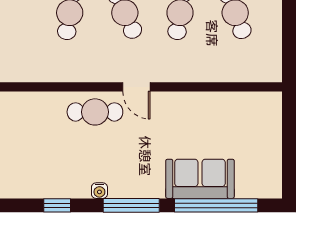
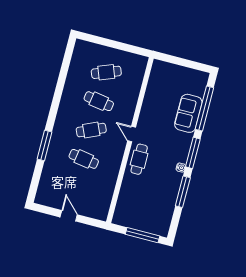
door: (136, 87) -> (132, 134), swing flipped
window: (57, 205) -> (183, 192), width x2.17

